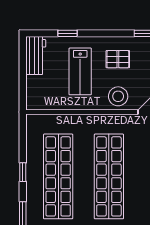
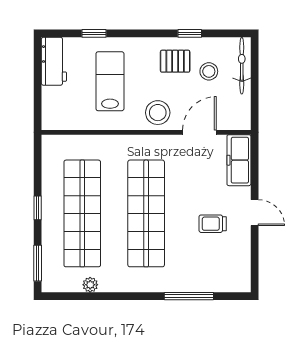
pallet: (118, 59) -> (175, 61), moved
lab bench: (80, 71) -> (110, 81), turned 180

